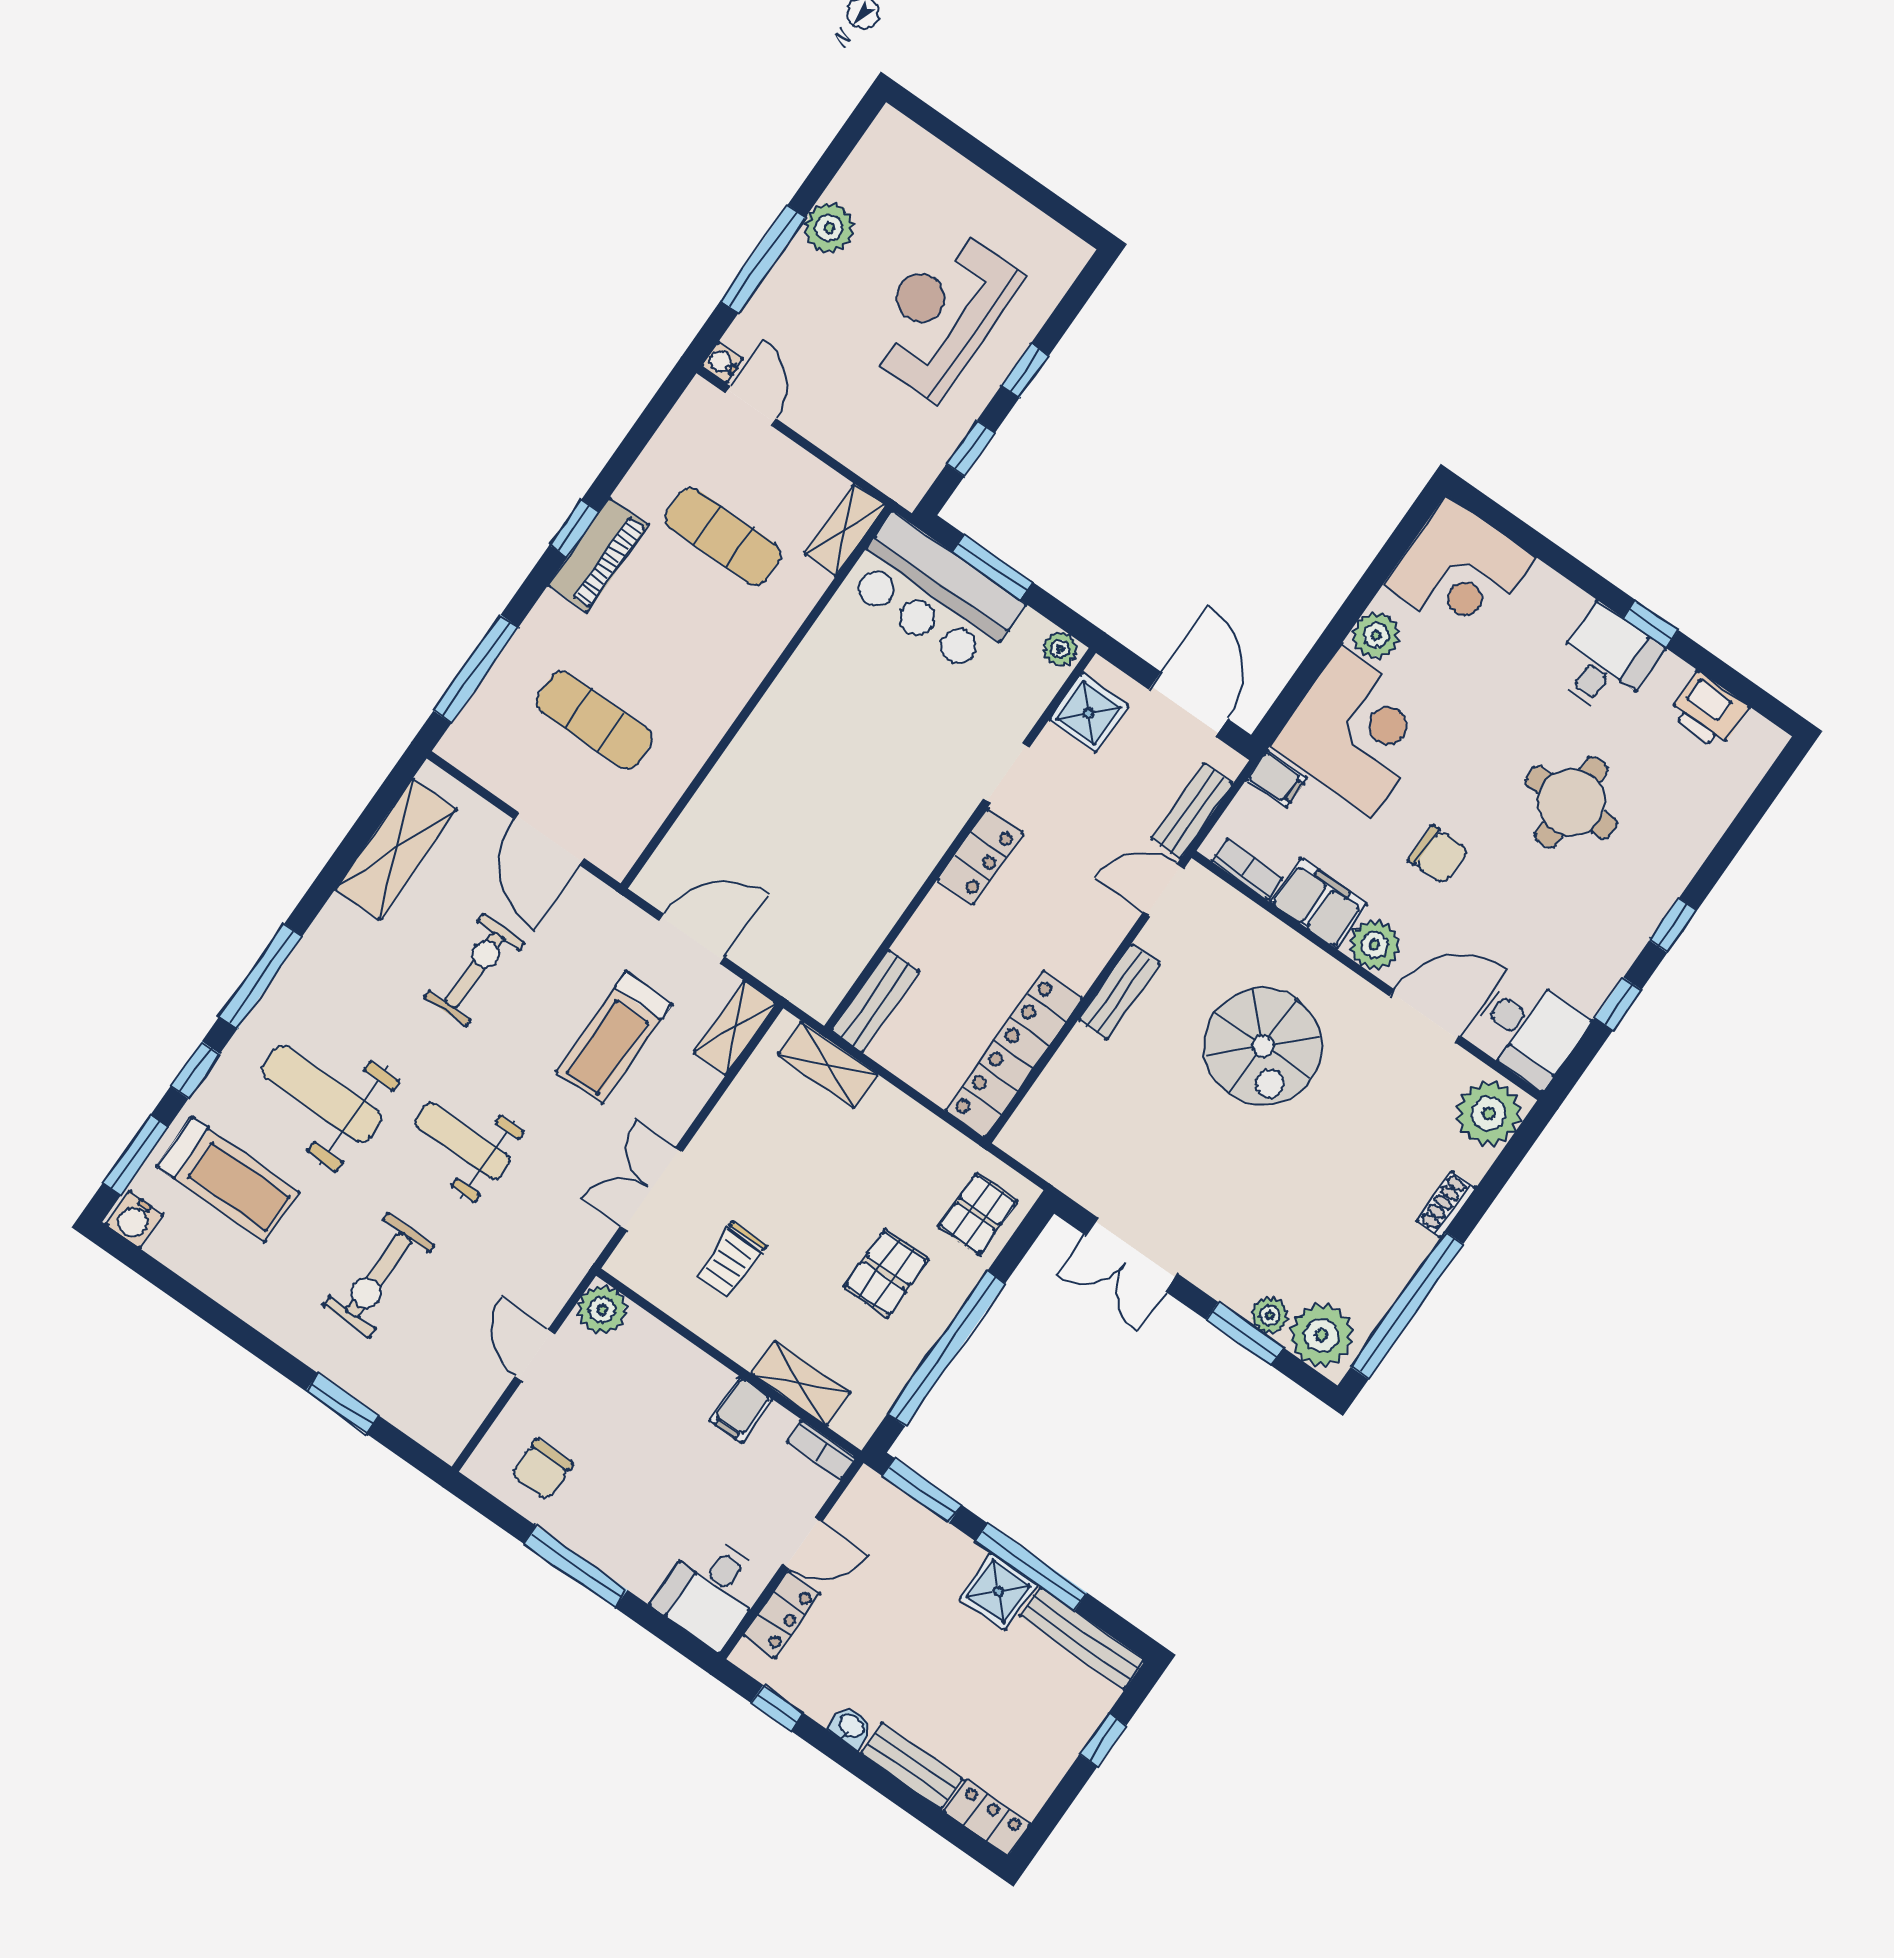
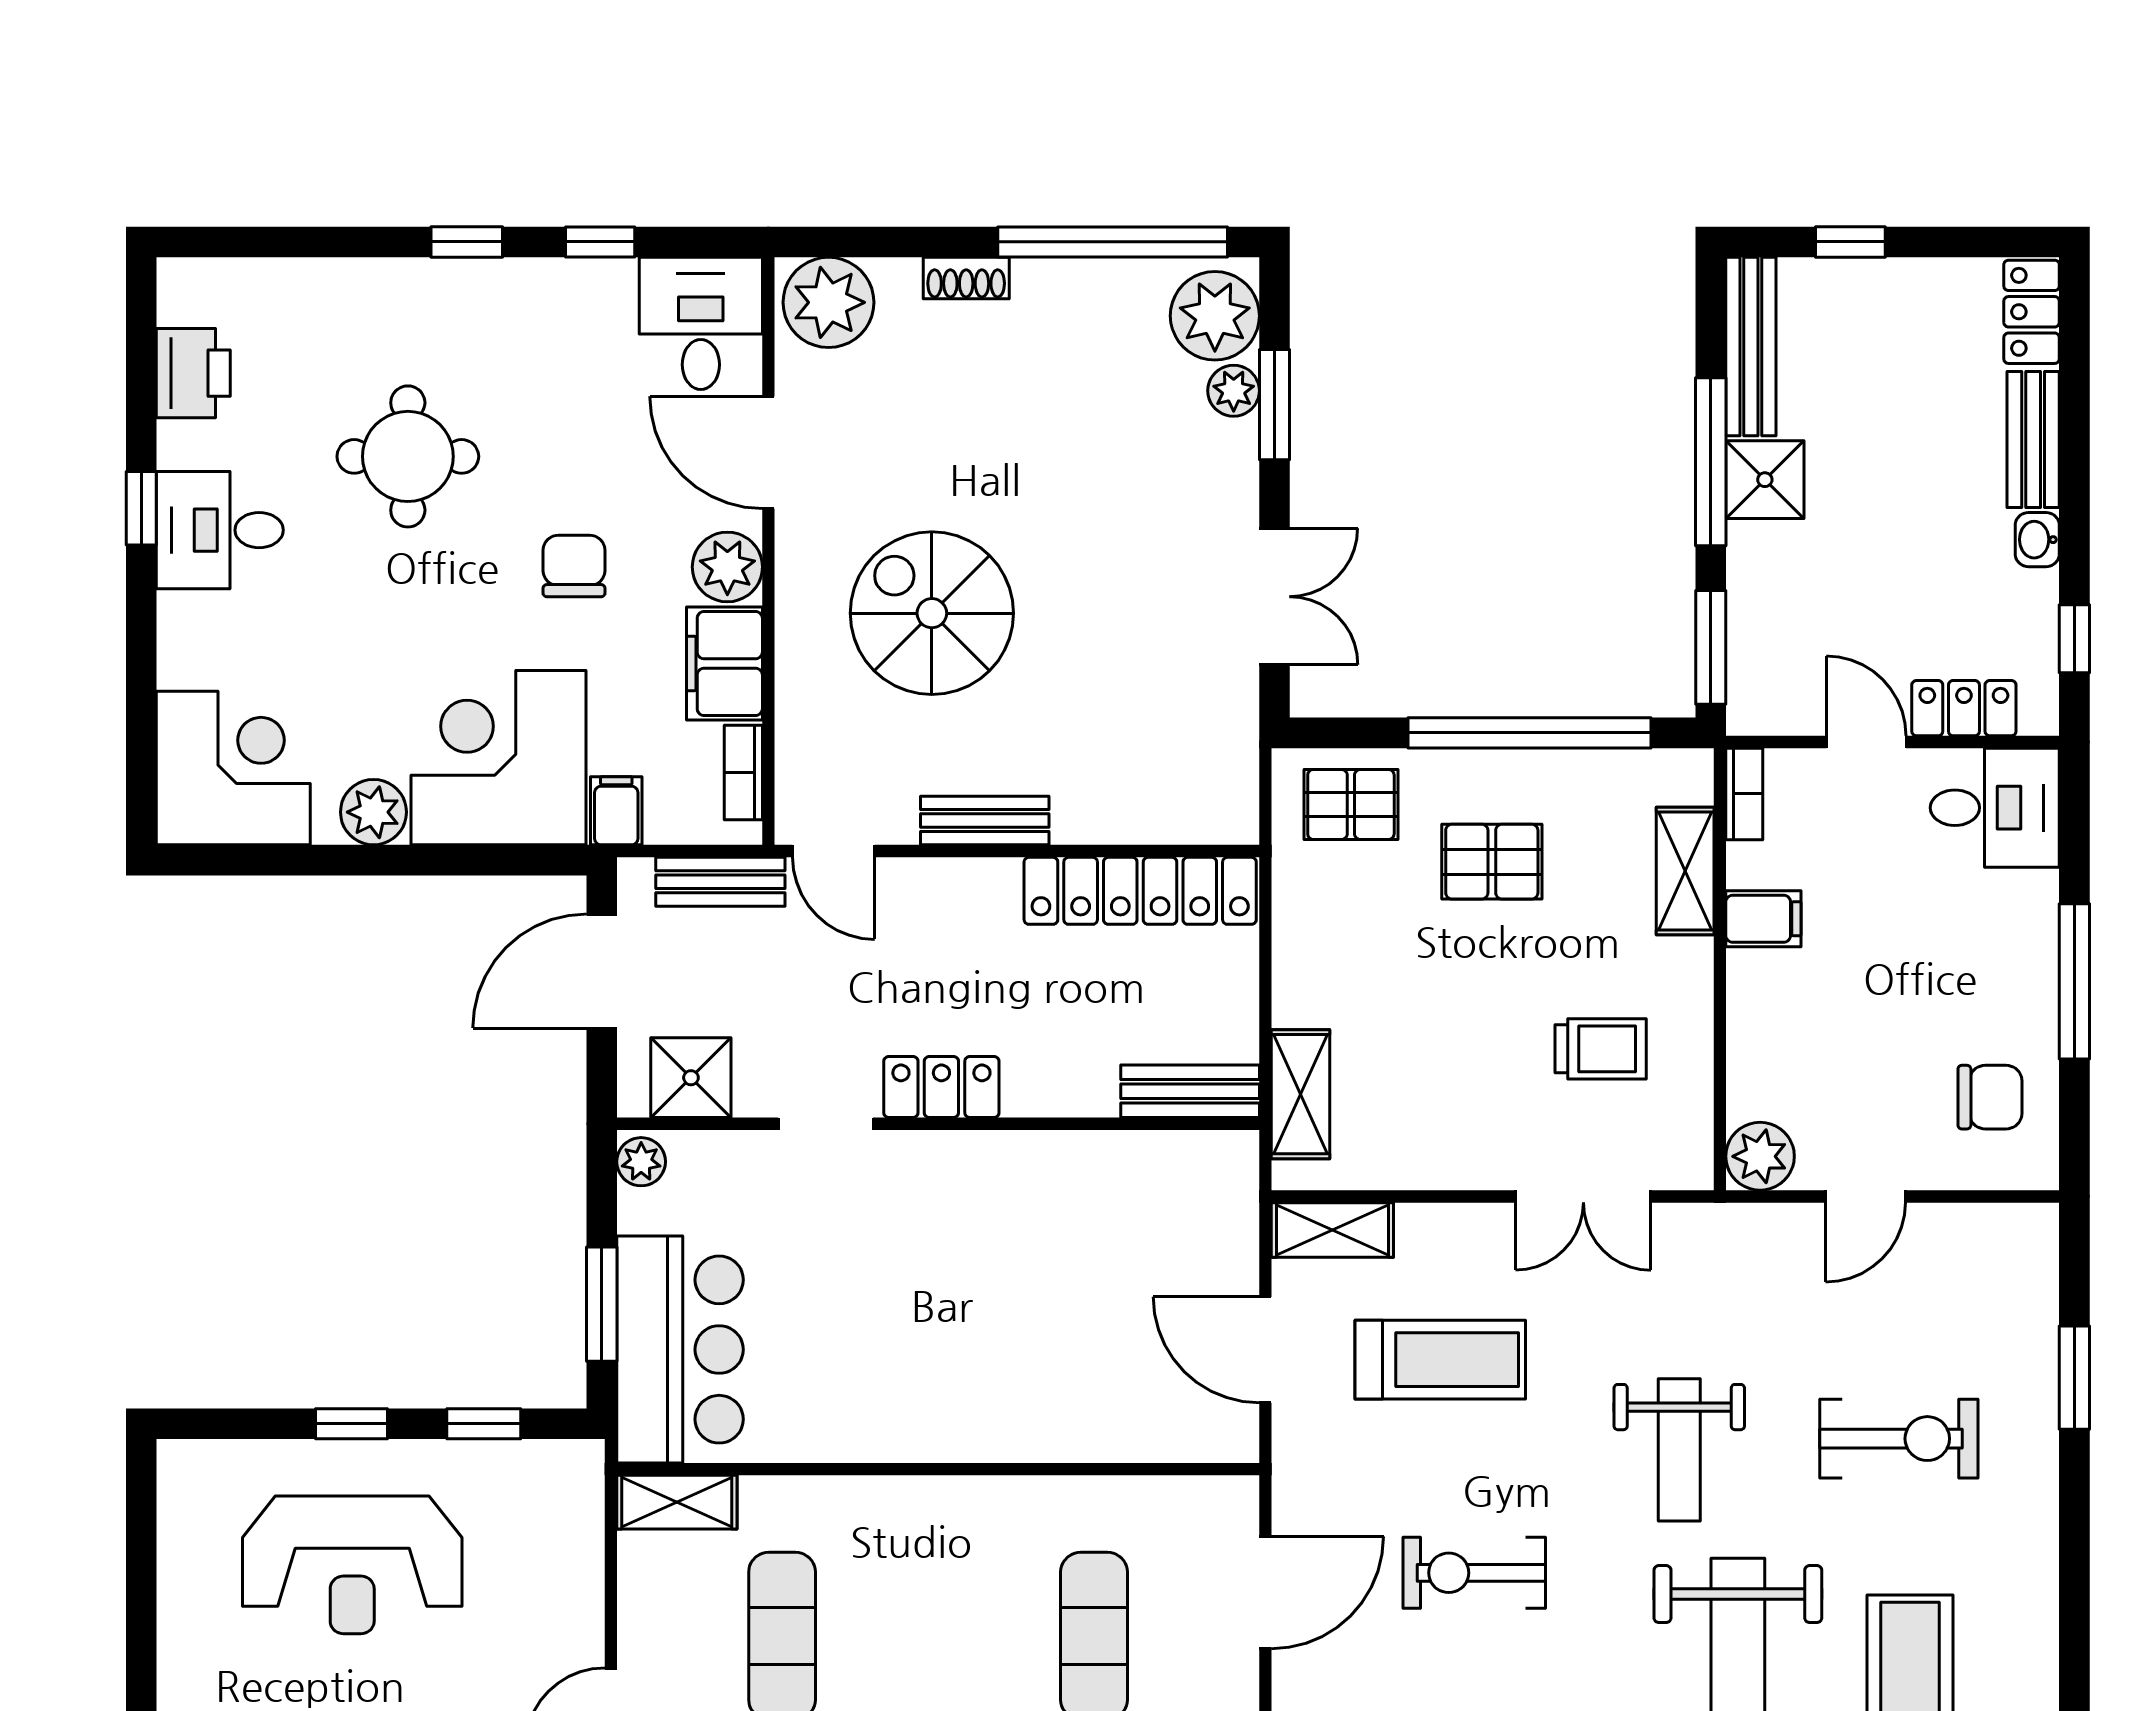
spiral stairs: (1263, 1046) -> (932, 613), turned -90

